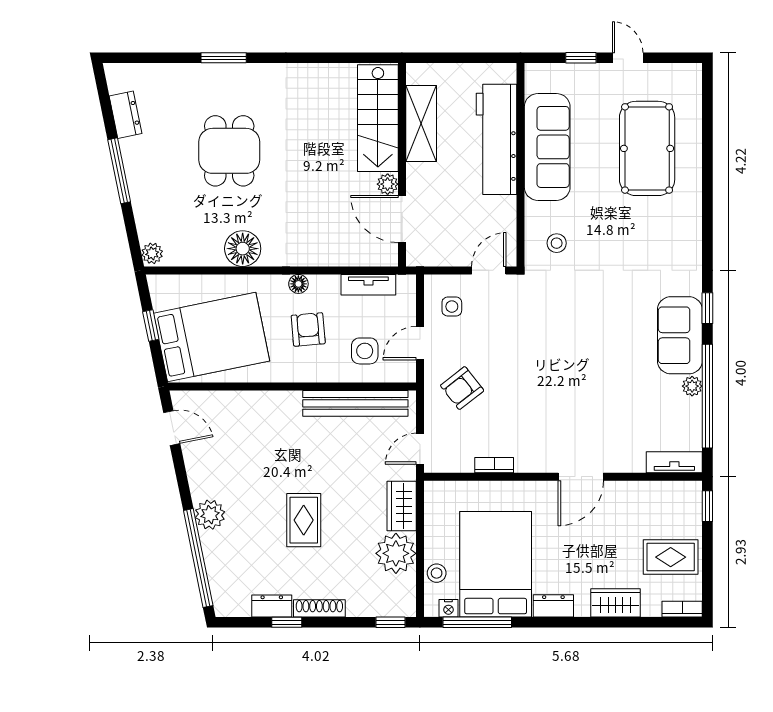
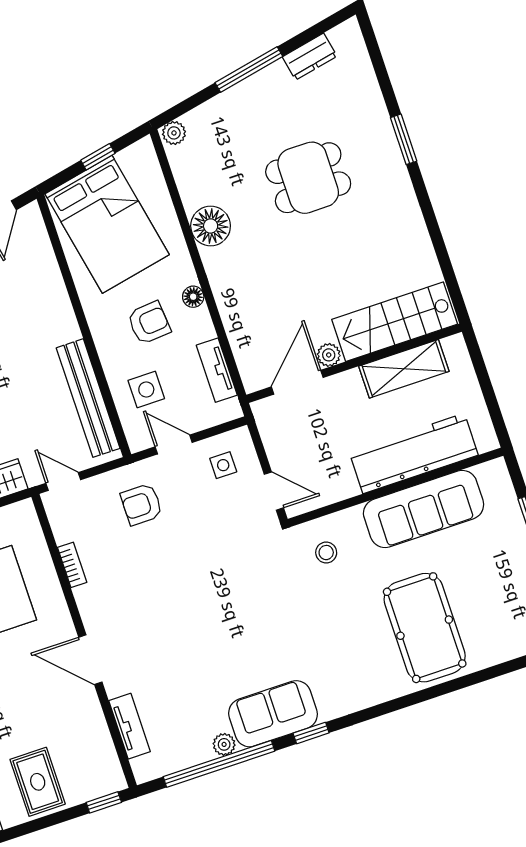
pool table: (647, 148) -> (425, 628), moved, turned 90
armchair: (462, 388) -> (142, 504), turned -52
tv unit: (674, 462) -> (129, 726), moved

